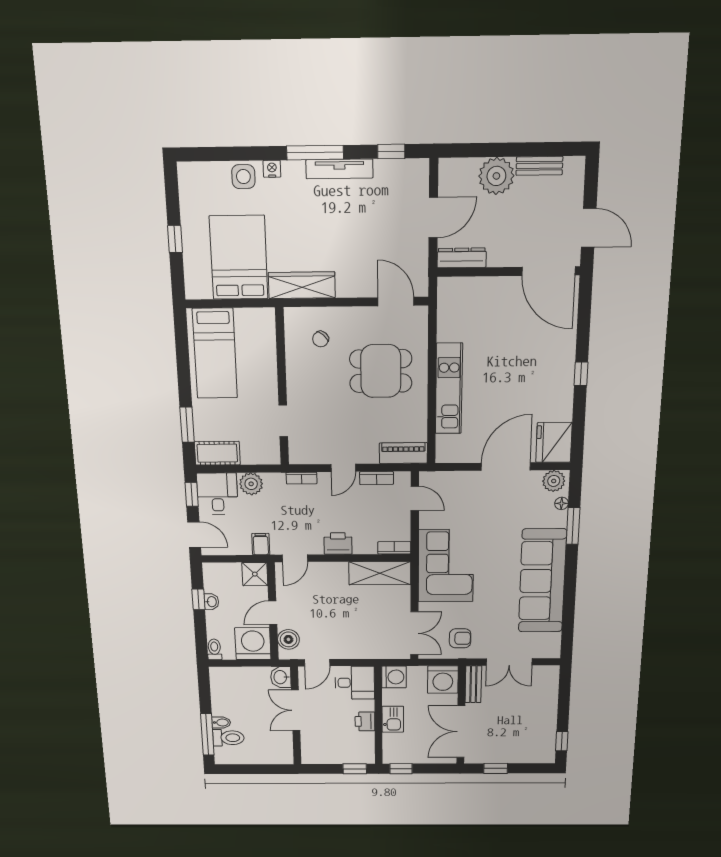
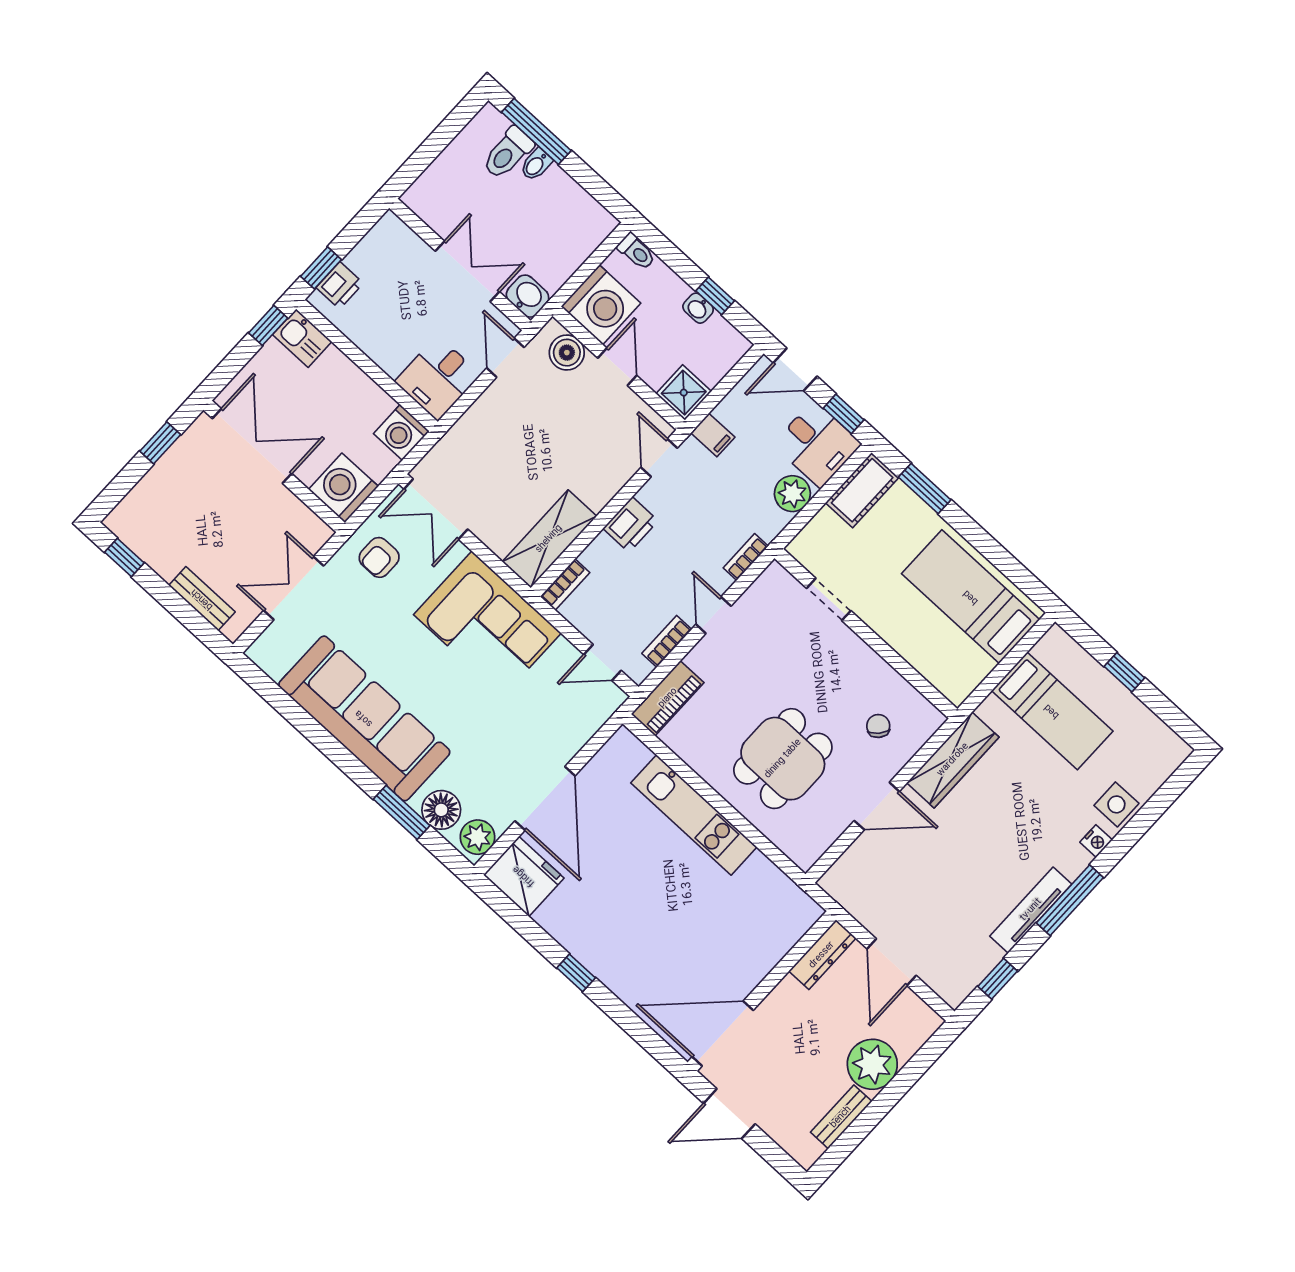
bed: (239, 258) -> (1052, 711), width x0.67
door: (396, 301) -> (877, 806), moved
floor lamp: (561, 503) -> (441, 810), width x1.89, depth x1.89
bench: (473, 684) -> (202, 599), moved
kitchen sink: (393, 719) -> (302, 338), moved
printer: (365, 721) -> (340, 285), moved, turned 90

